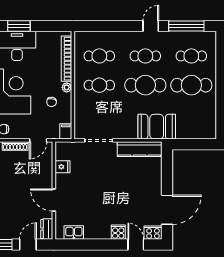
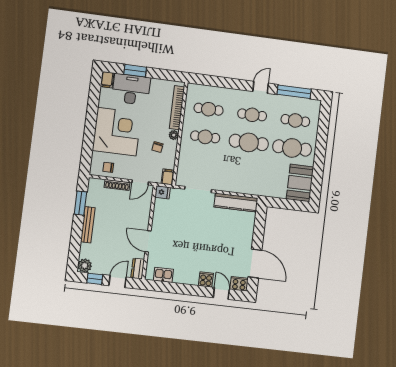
booth: (157, 127) -> (300, 183), moved, turned 90
fridge: (63, 167) -> (163, 192), moved
door: (167, 210) -> (255, 264), hinge flipped

